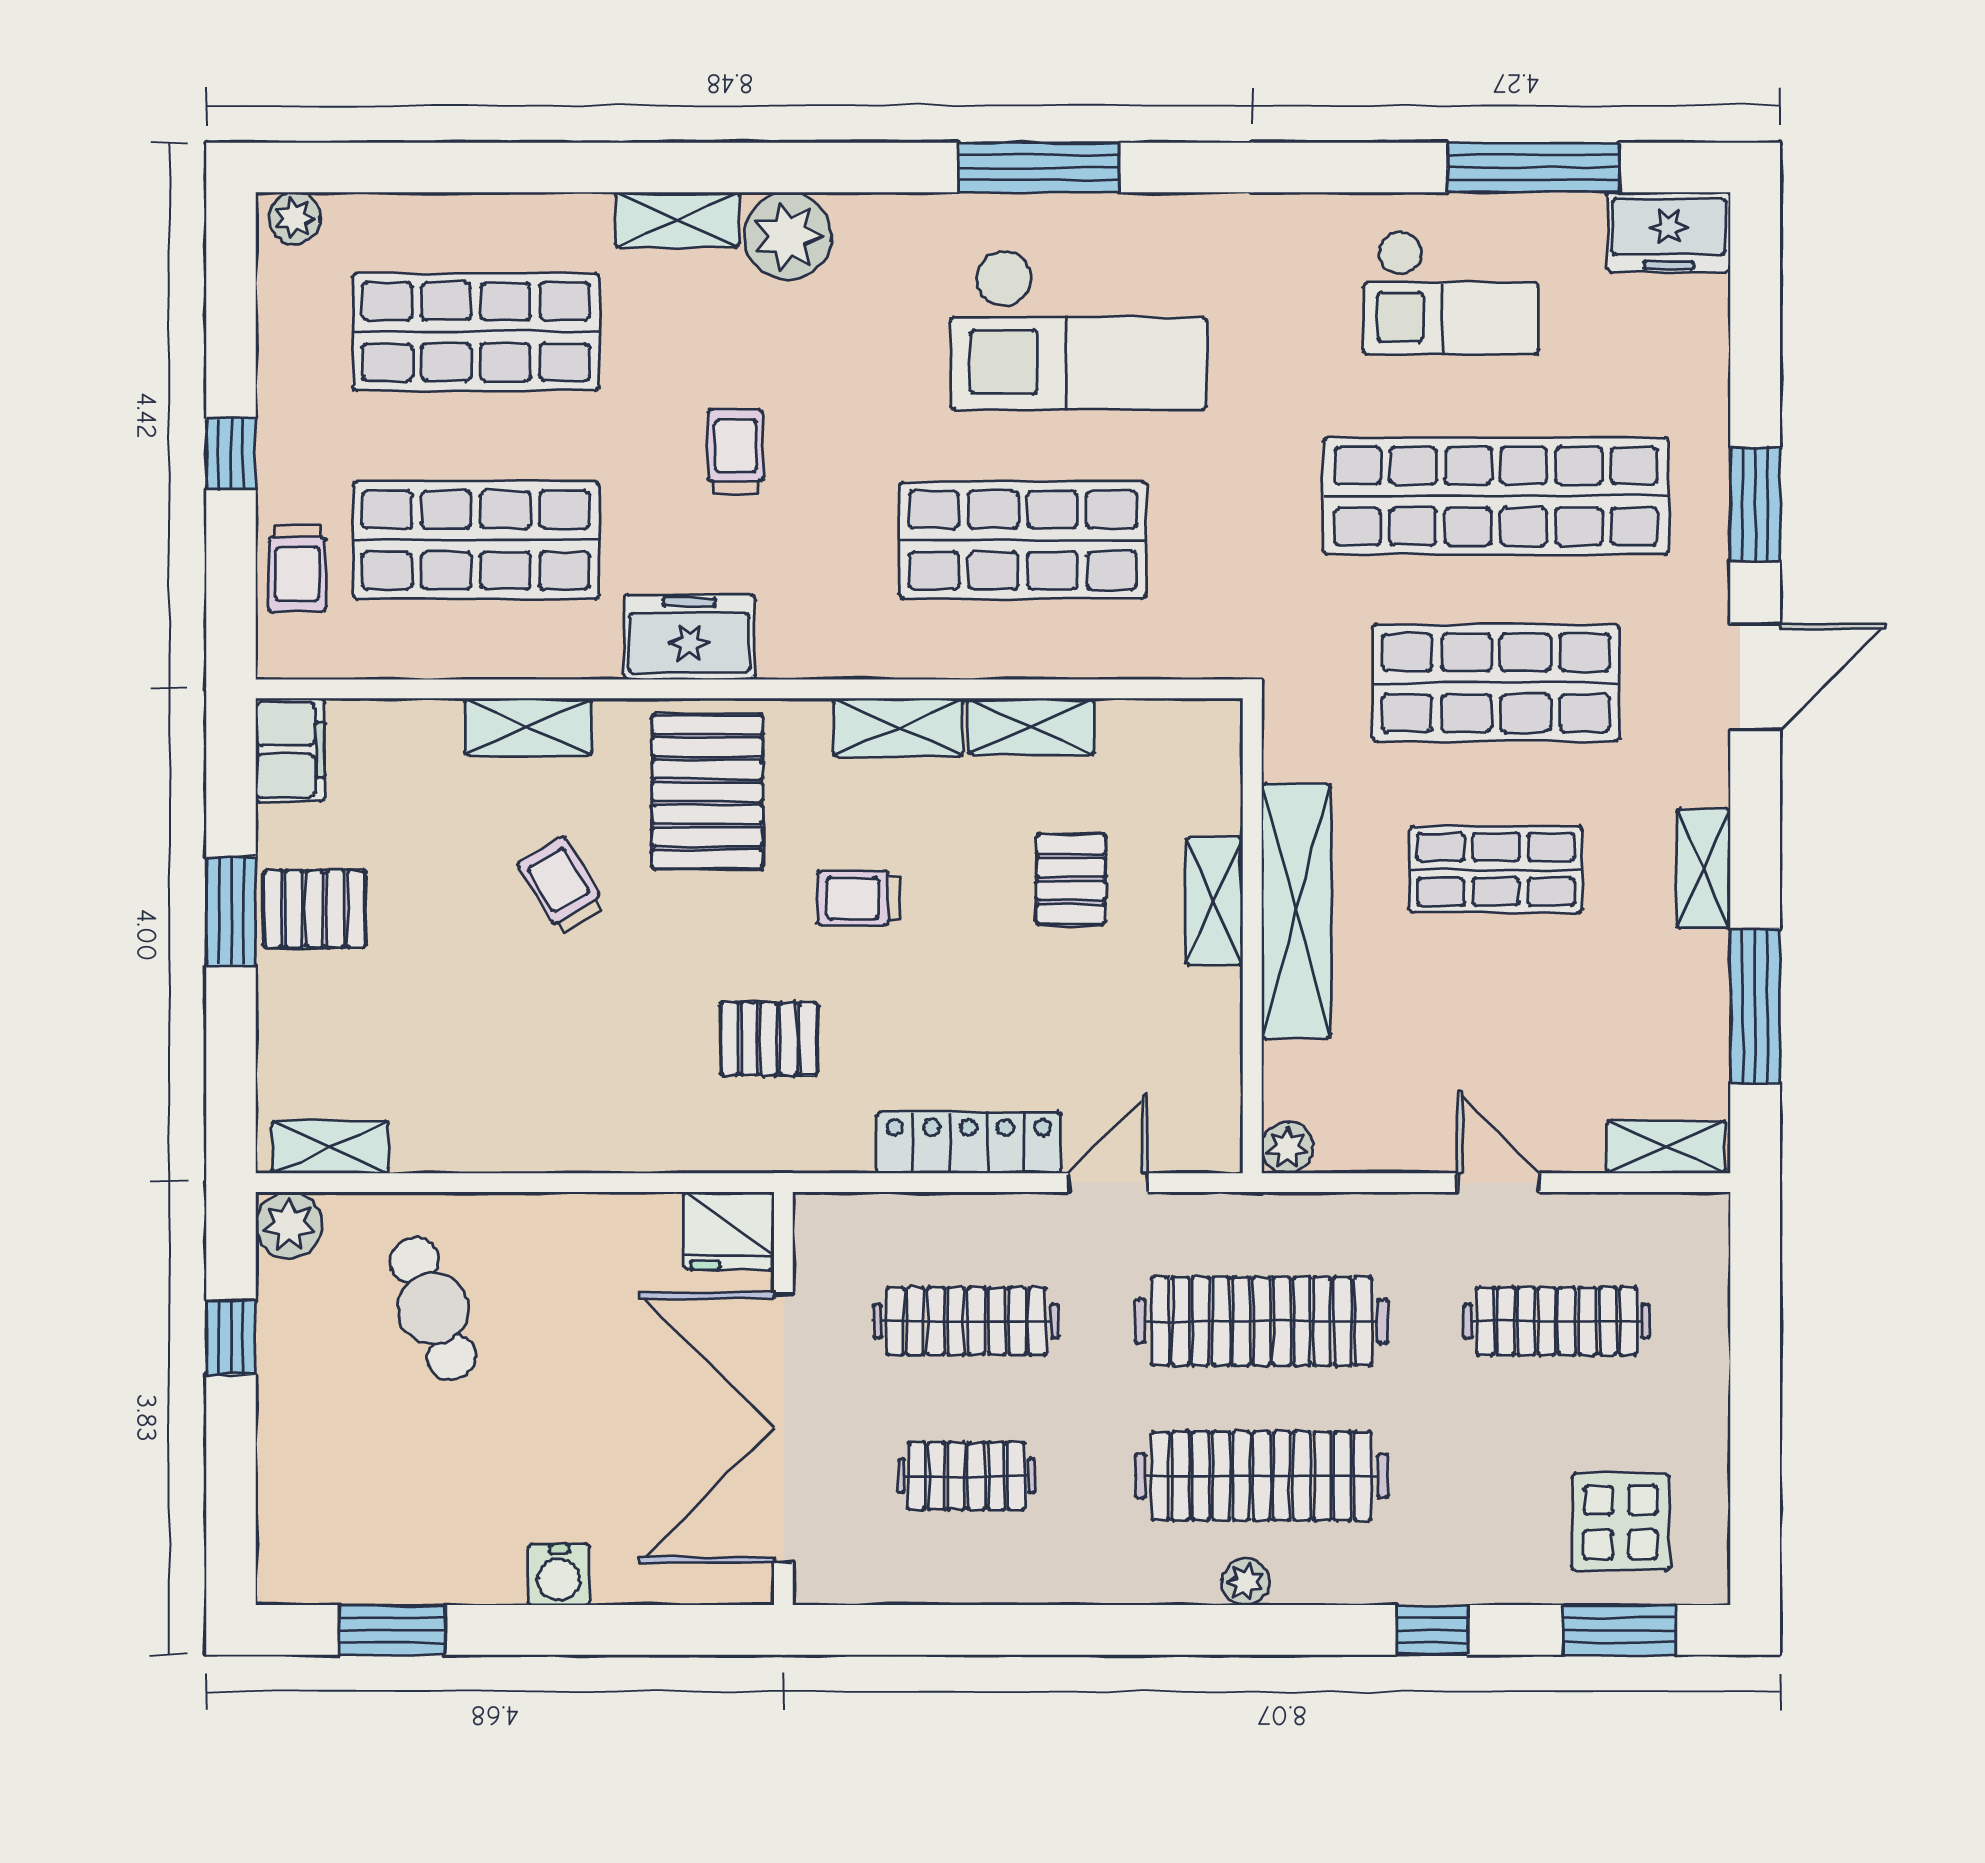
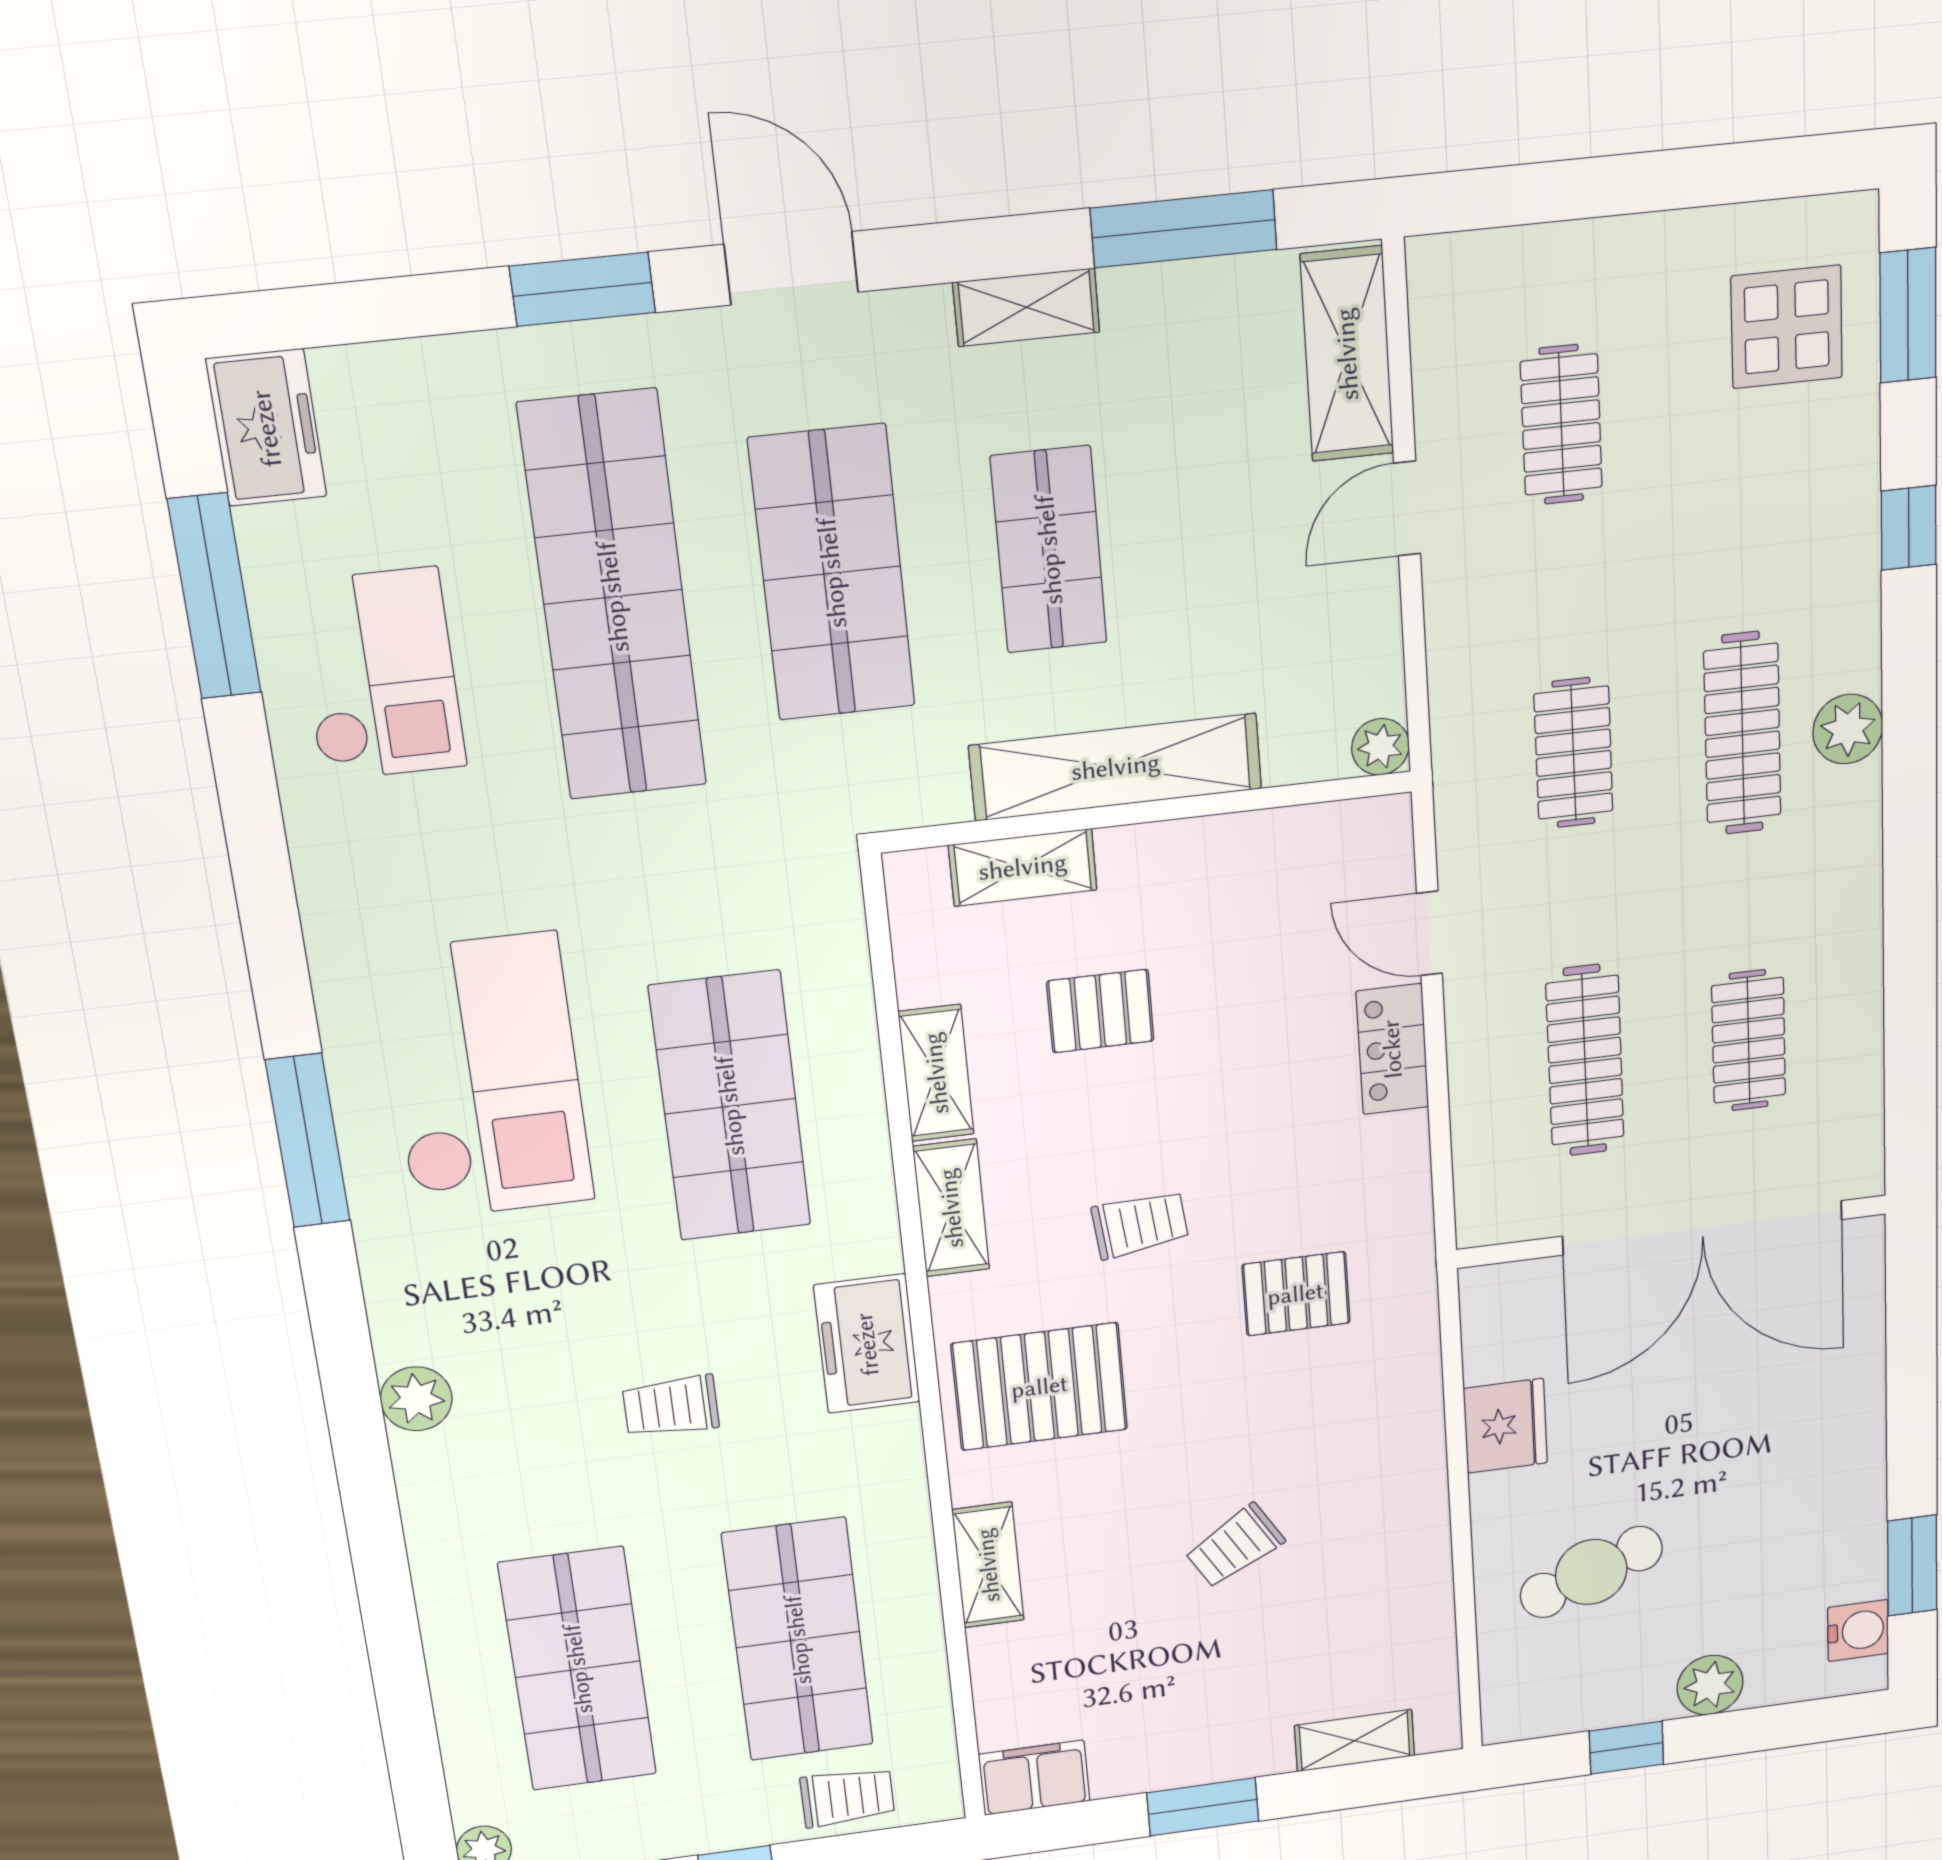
shelving: (677, 220) -> (427, 1495), removed
plant: (787, 236) -> (416, 1399), width x0.73, depth x0.73
freezer: (689, 637) -> (867, 1344), moved
trolley: (562, 885) -> (1235, 1546), moved
trolley: (859, 898) -> (1140, 1224), turned -96
shelving: (1214, 901) -> (1023, 867), moved
pallet: (315, 909) -> (1194, 1734), removed
pallet: (769, 1039) -> (1296, 1294), turned 90
locker: (969, 1143) -> (1392, 1049), width x0.66
shelving: (330, 1147) -> (1355, 1741), moved, turned 90
shelving: (1666, 1147) -> (1347, 354), width x1.50, depth x1.33
plant: (289, 1225) -> (1710, 1685), moved
fridge: (729, 1231) -> (1505, 1426), moved
clothes rail: (1262, 1321) -> (1573, 753), width x0.54, depth x0.76
clothes rail: (1557, 1321) -> (1561, 425), width x0.73
clothes rail: (1262, 1476) -> (1742, 733), width x0.73, depth x0.76
water cooler: (559, 1575) -> (1858, 1630), moved
plant: (1245, 1582) -> (1848, 729), width x1.38, depth x1.38

